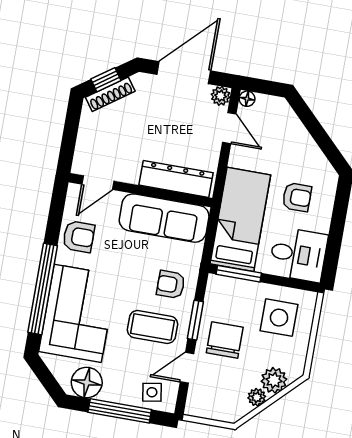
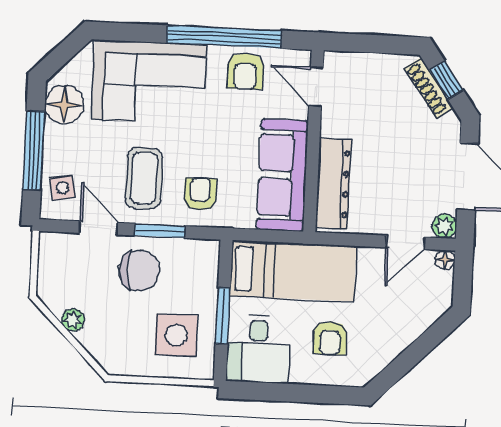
window: (239, 274) -> (223, 316), moved
window: (43, 289) -> (224, 37), moved
plant: (274, 380) -> (97, 339), removed

